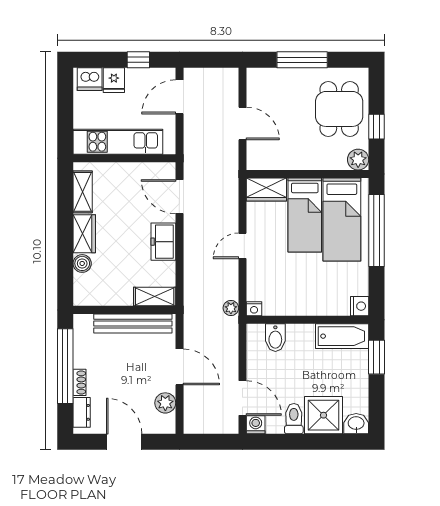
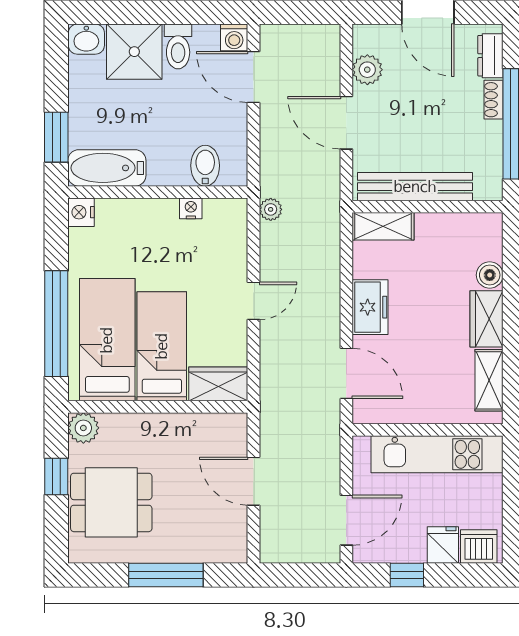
dining table: (339, 109) -> (111, 502), turned 90
nightstand: (254, 309) -> (191, 208), moved

